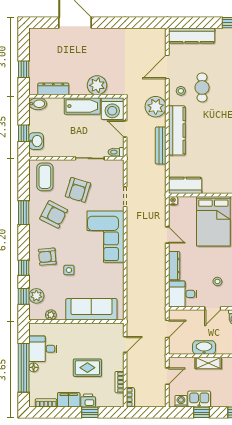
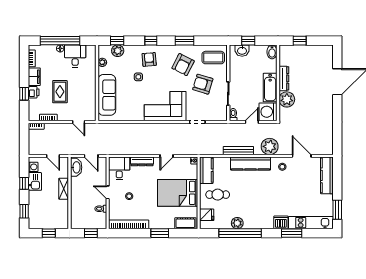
cafe table: (202, 87) -> (218, 195), moved
dresser: (53, 89) -> (284, 78), moved
window: (24, 268) -> (151, 41), moved
washbasin: (204, 347) -> (76, 167), moved

